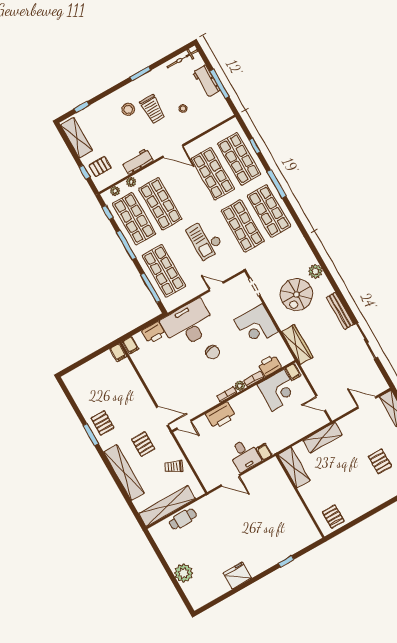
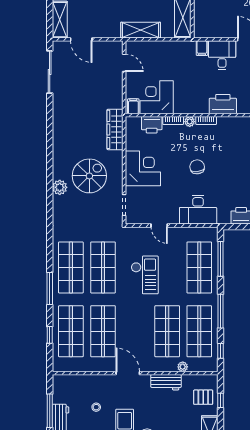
plant: (115, 191) -> (202, 367), removed
bench: (340, 311) -> (58, 138), removed
desk: (188, 324) -> (198, 210), width x0.73, depth x0.77
sliding door: (366, 341) -> (50, 72), moved

